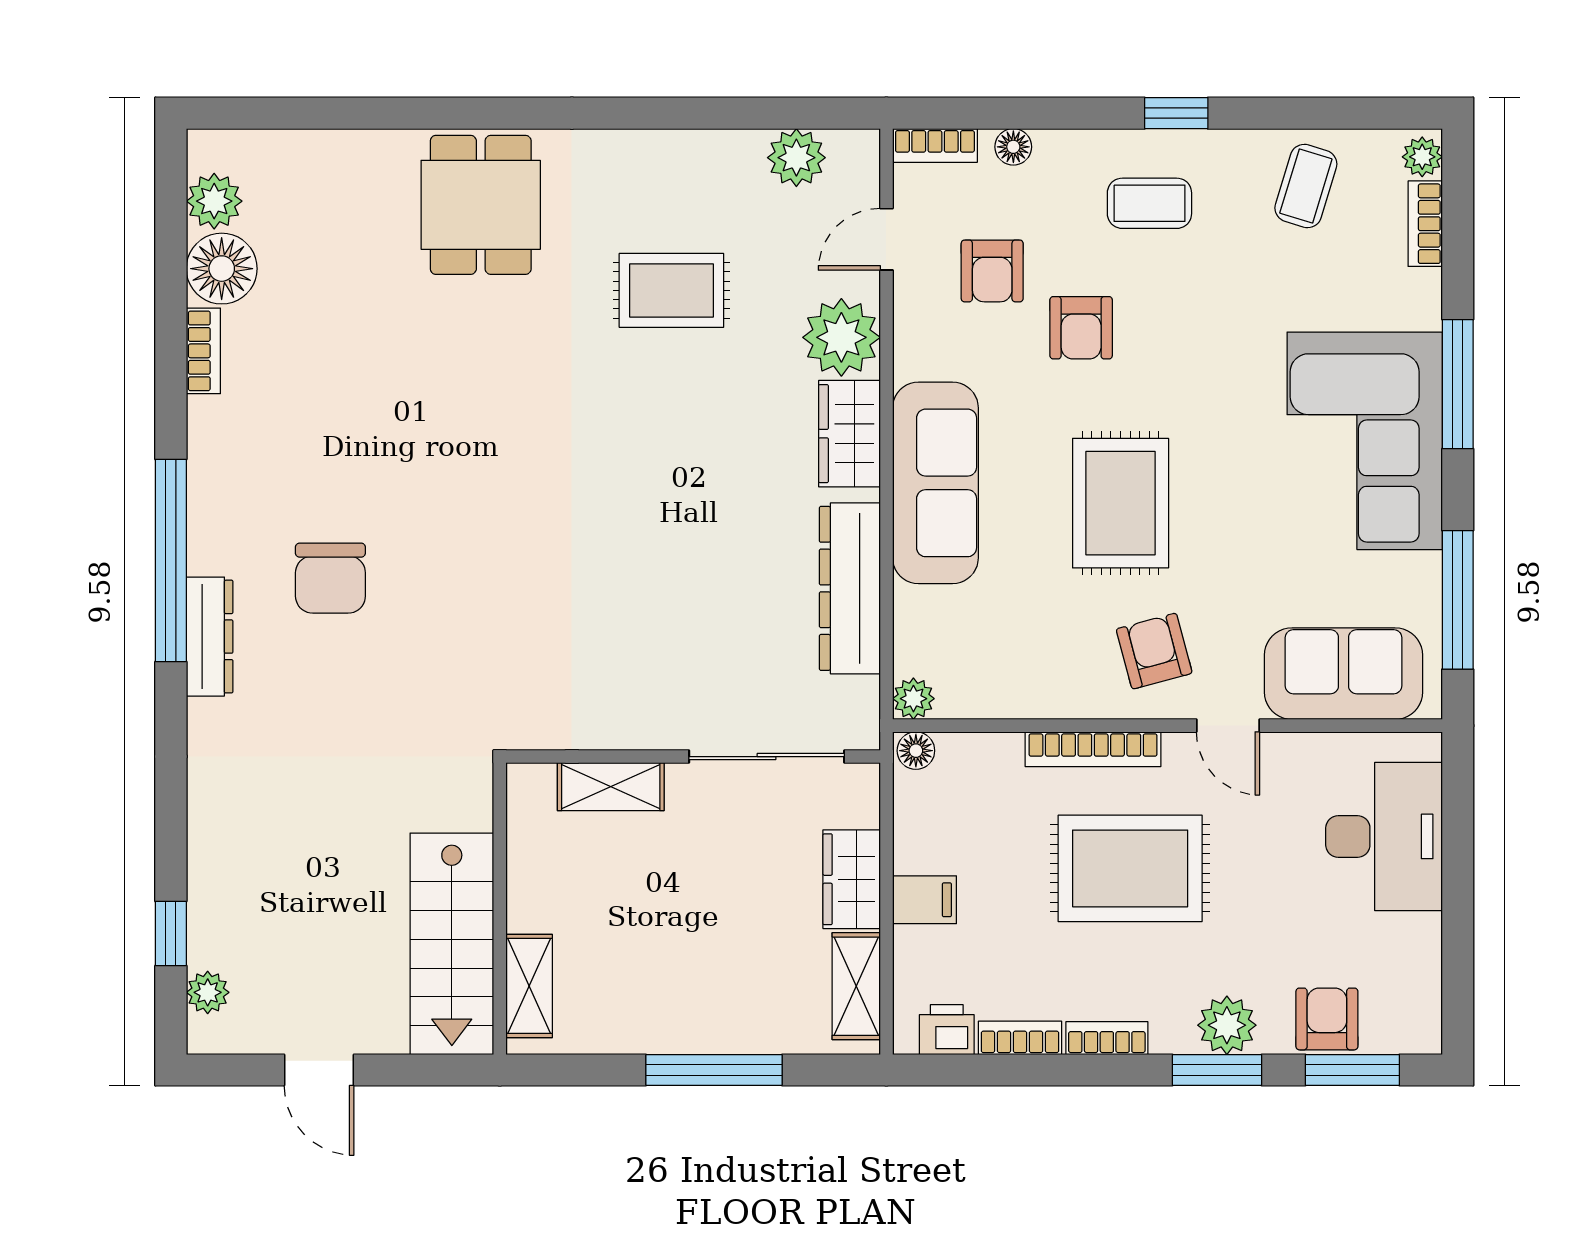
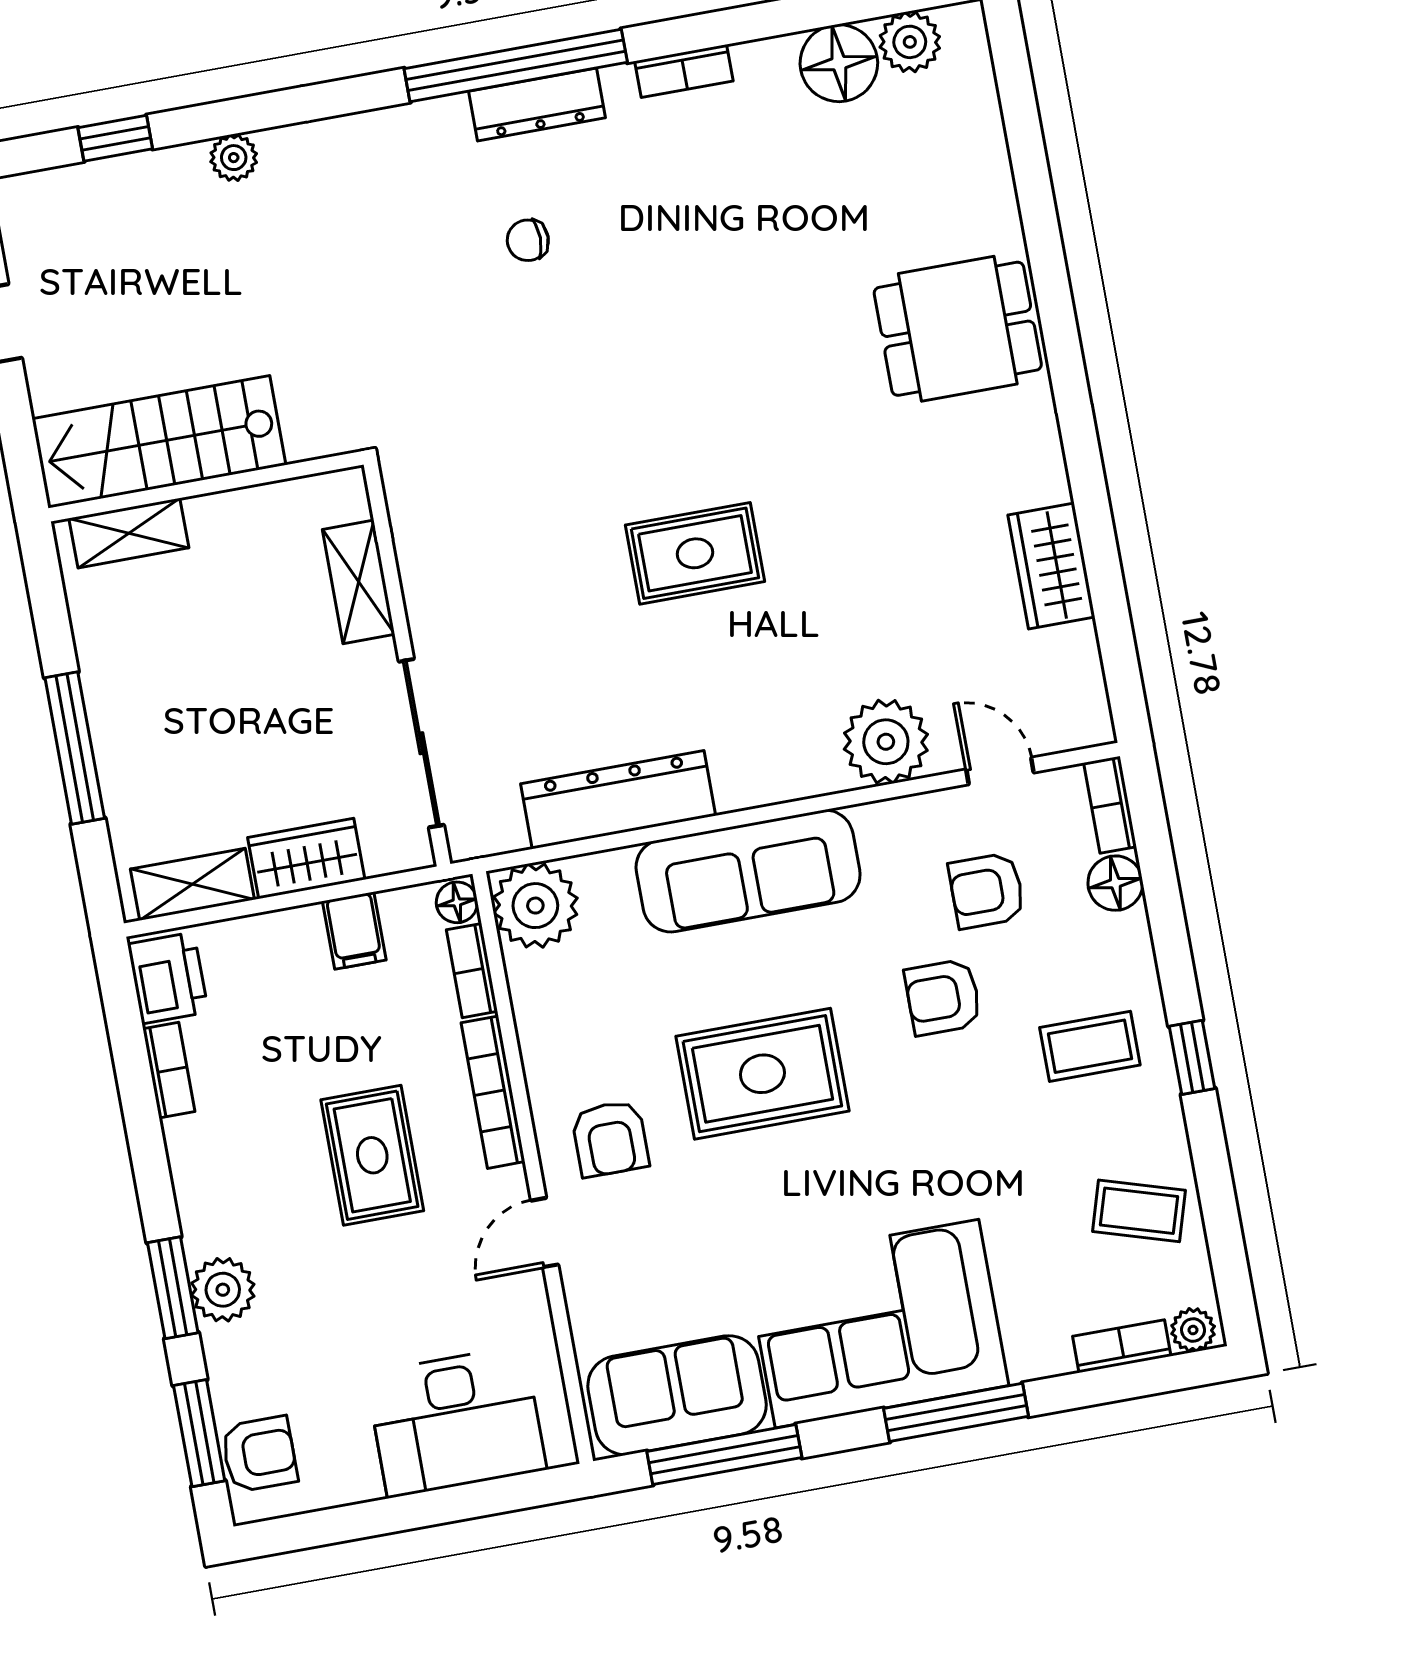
floor lamp: (1013, 147) -> (1115, 883), width x1.37, depth x1.37
plant: (796, 158) -> (1070, 658), removed
coffee table: (1149, 203) -> (1090, 1046), turned 90
rug: (671, 290) -> (695, 553), moved, turned 90
bookcase: (203, 351) -> (684, 71), moved
wardrobe: (849, 434) -> (1051, 566), moved, turned -90
chair: (330, 578) -> (528, 240), width x0.54, depth x0.54
dresser: (210, 637) -> (537, 105), moved
armchair: (1154, 651) -> (610, 1139), turned 105
sofa: (1344, 674) -> (677, 1395), moved, turned -90
plant: (913, 699) -> (535, 906), width x1.88, depth x1.88
rug: (1130, 868) -> (372, 1155), width x0.73, depth x0.70
filing cabinet: (925, 900) -> (354, 931), moved
plant: (208, 992) -> (234, 158), moved
armchair: (1327, 1019) -> (259, 1454), moved
printer: (947, 1030) -> (168, 978), width x1.36, depth x1.24
bookcase: (1107, 1038) -> (472, 971), moved, turned 180

